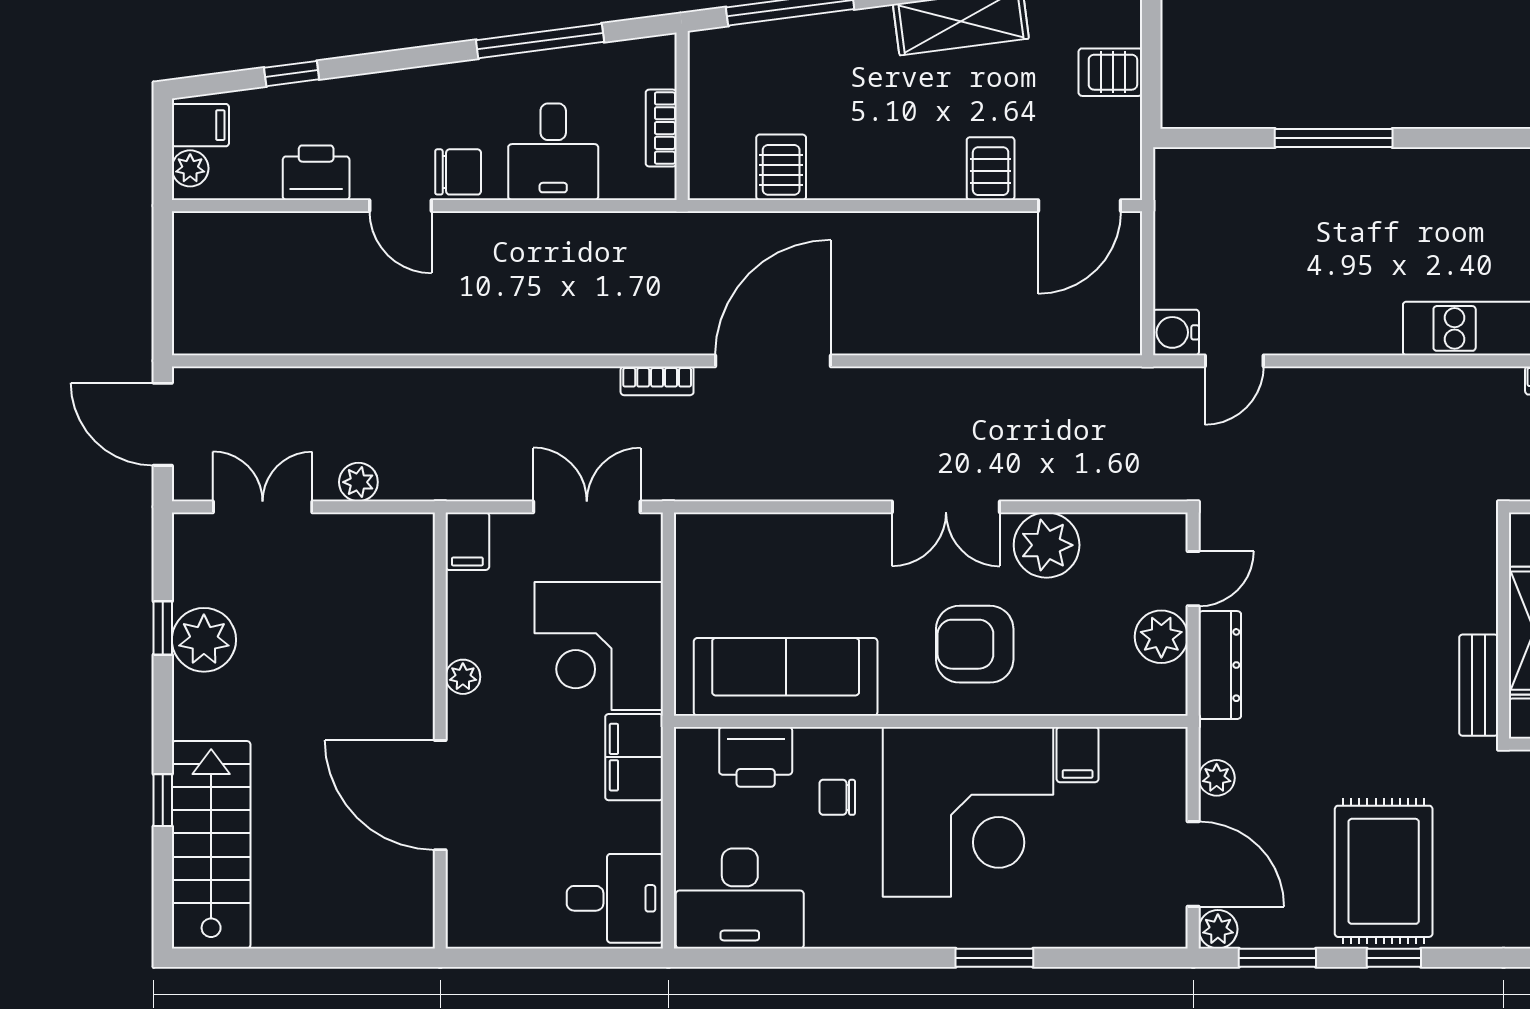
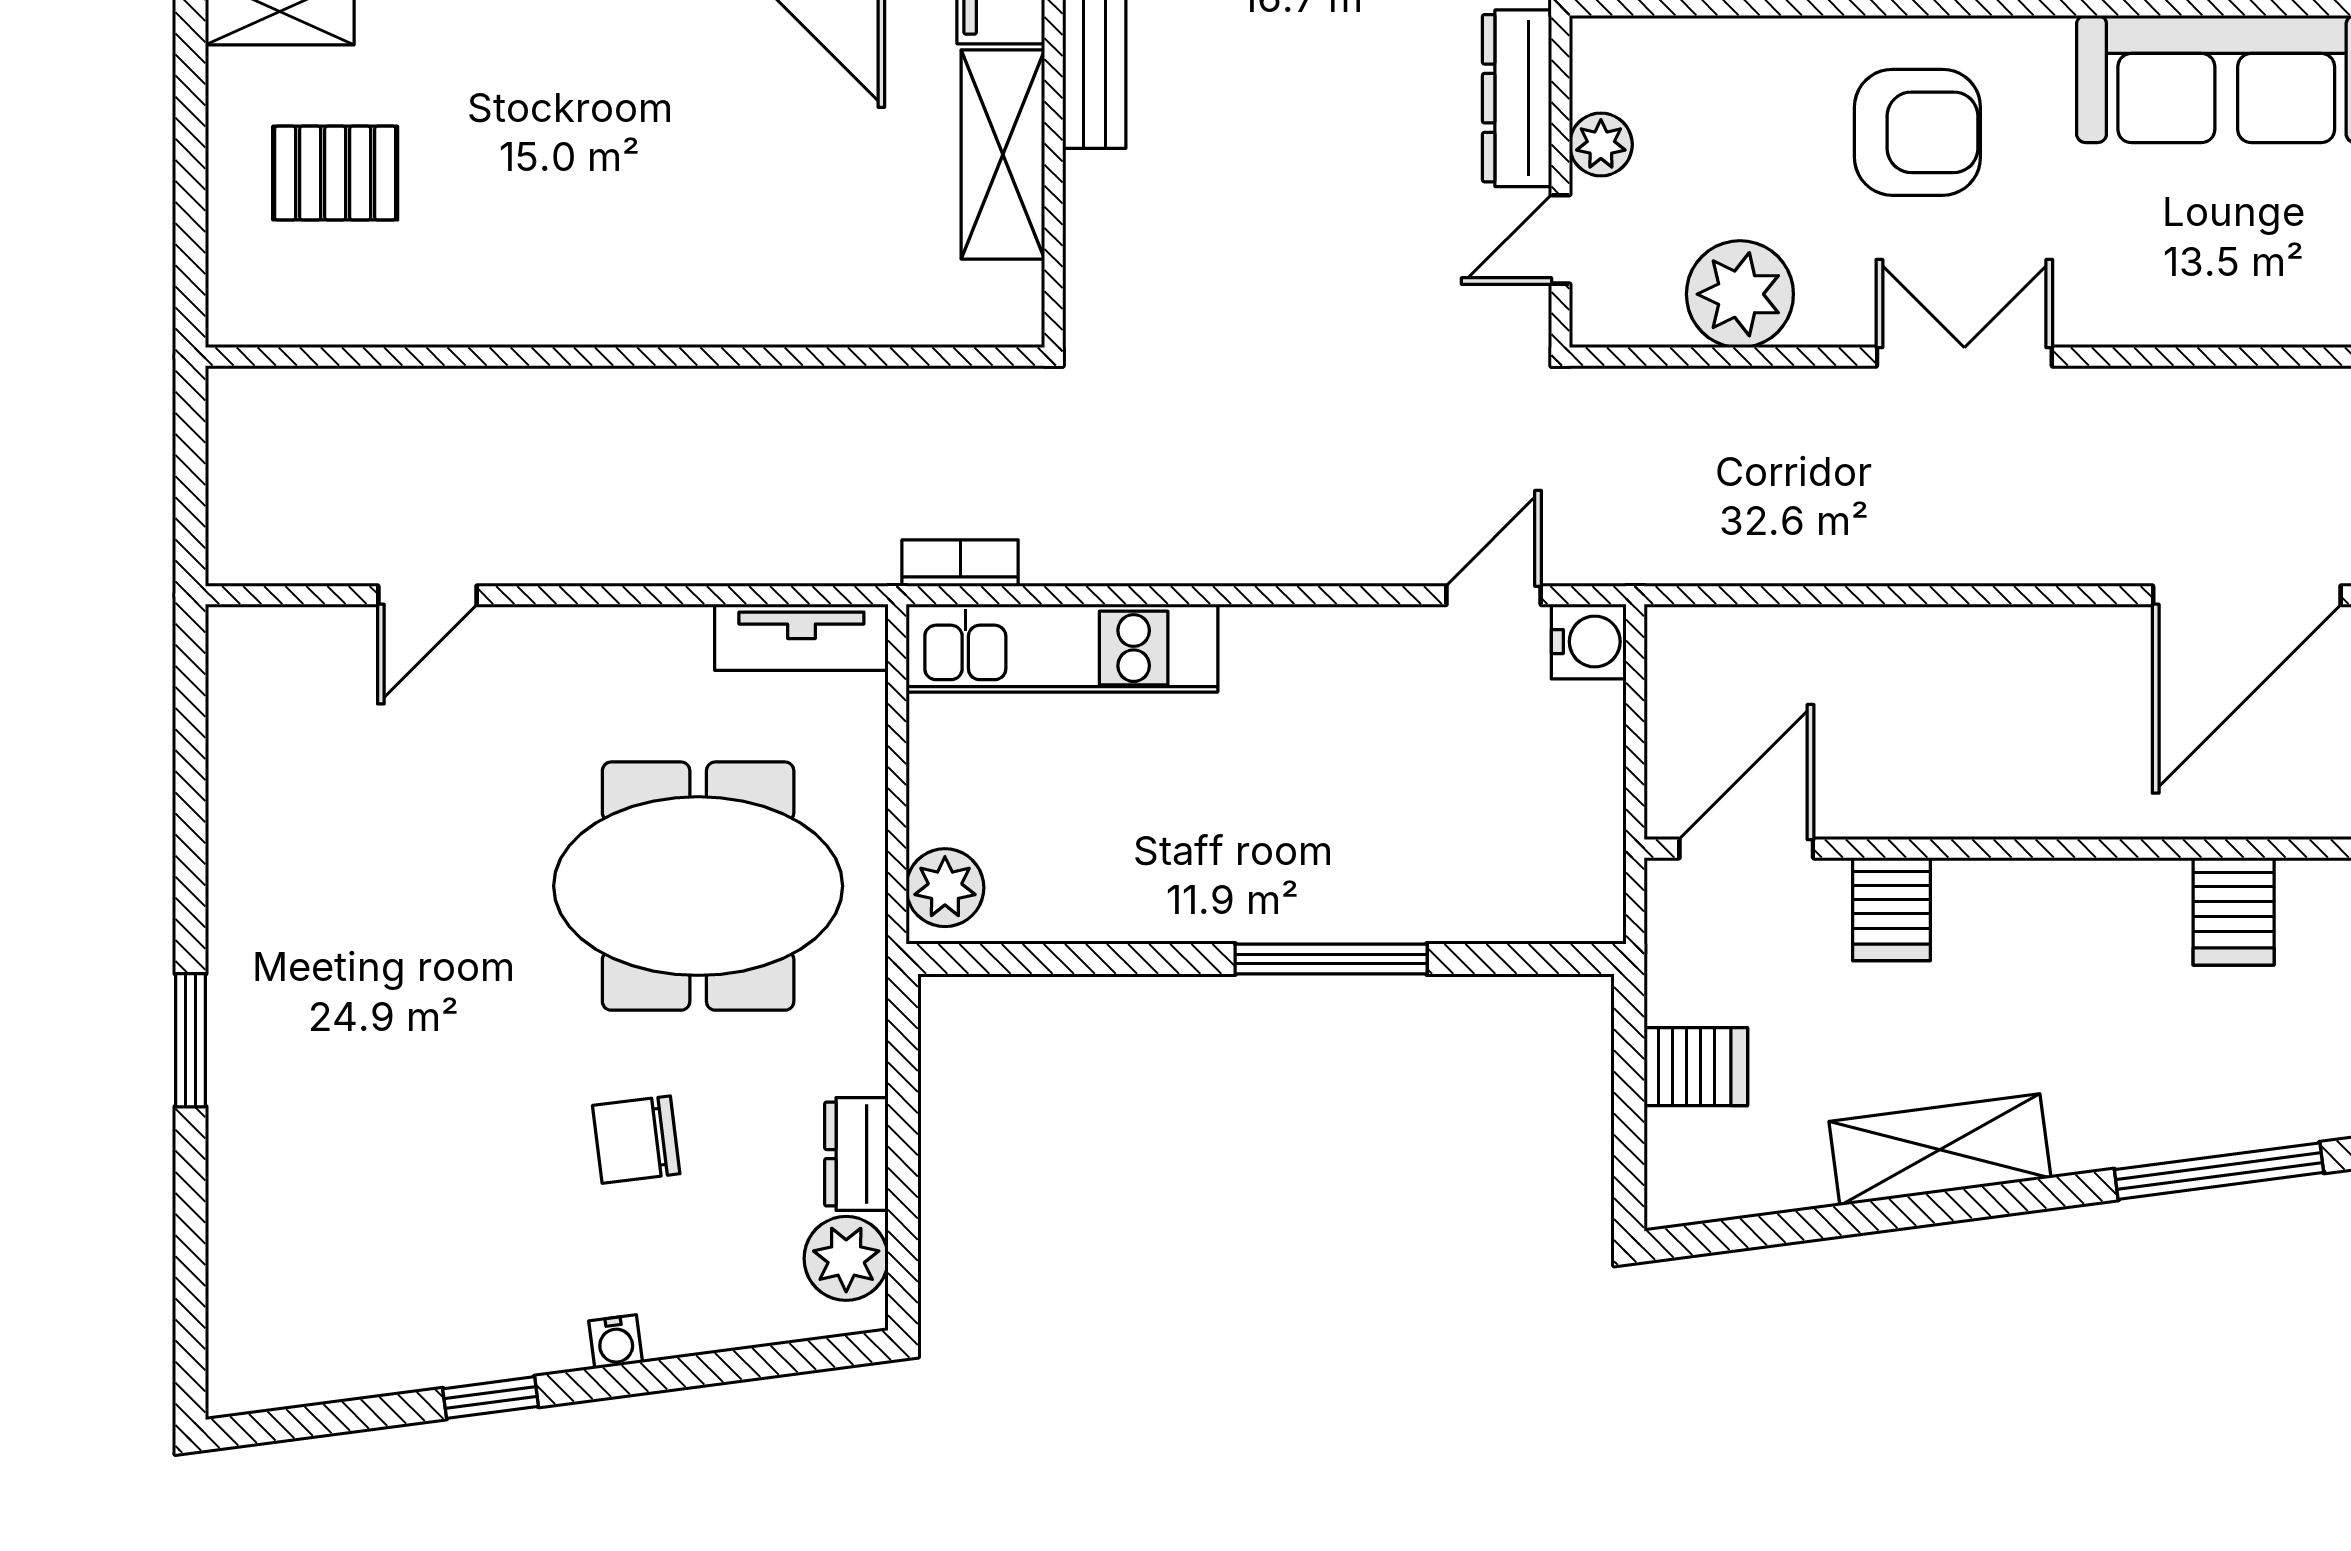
plant: (1047, 545) -> (1740, 294), moved
plant: (1161, 637) -> (1601, 145), width x0.73, depth x0.73

